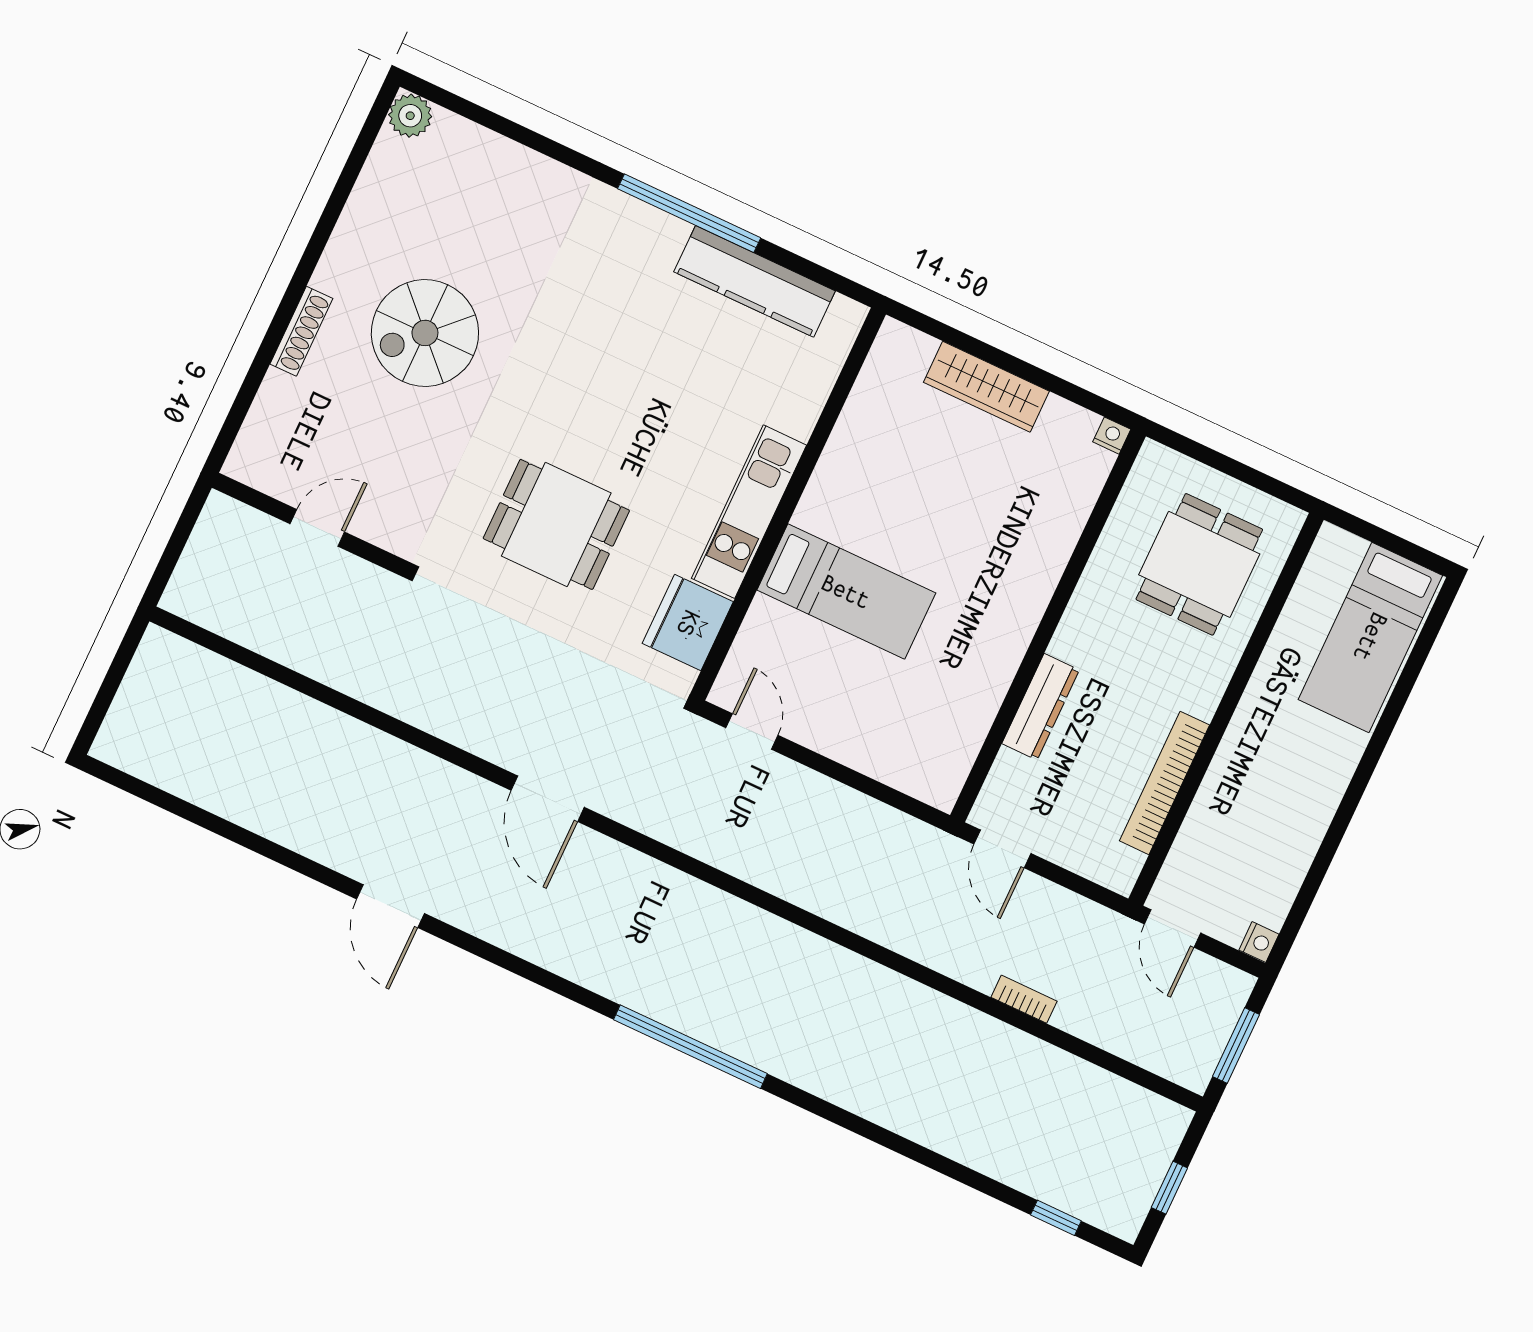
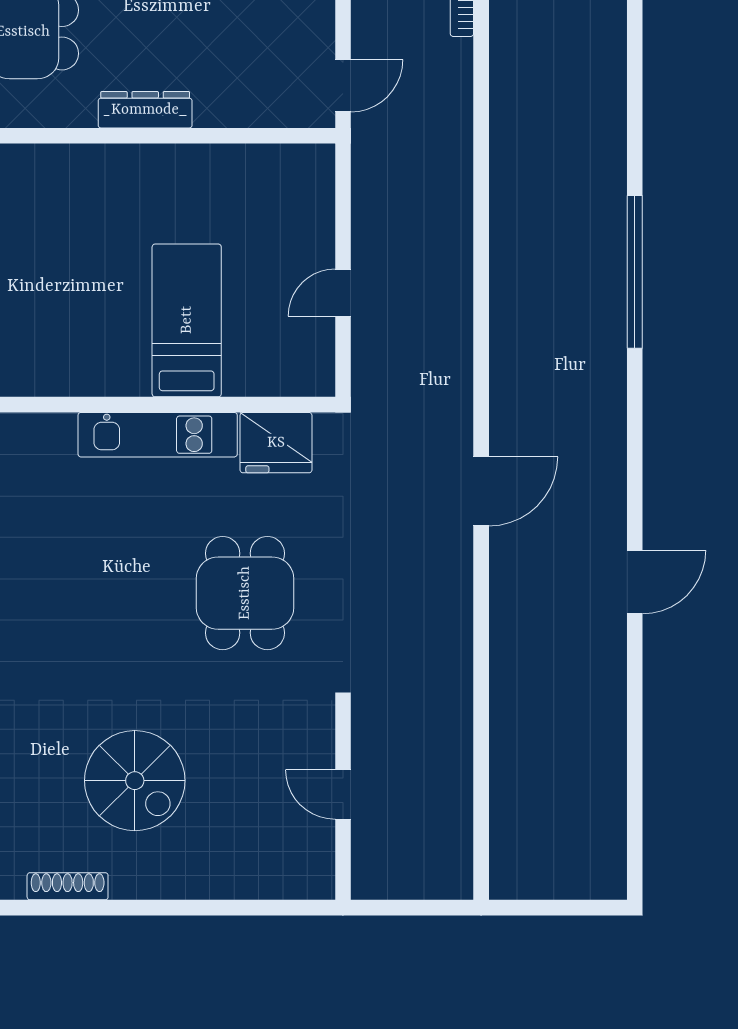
shoe rack: (301, 331) -> (68, 886), moved
dresser: (1041, 707) -> (145, 110), moved
door: (752, 732) -> (343, 293), moved

